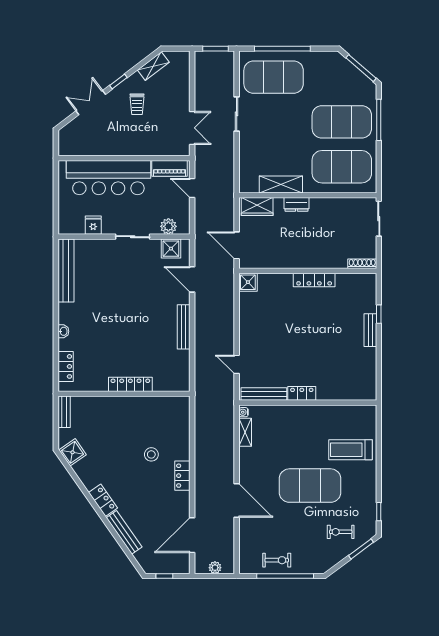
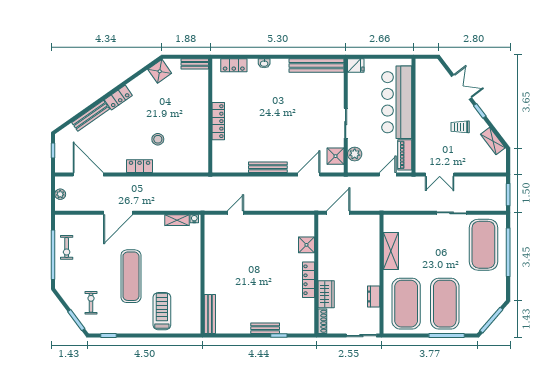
dresser: (296, 204) -> (374, 296), moved
wardrobe: (257, 207) -> (326, 294), moved, turned 180
fridge: (93, 225) -> (356, 66), moved
shower: (248, 282) -> (306, 245), moved
locker: (302, 393) -> (211, 269), removed
bench: (264, 394) -> (210, 314), moved
exercise mat: (310, 486) -> (131, 276), width x0.68

